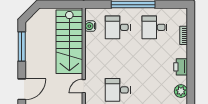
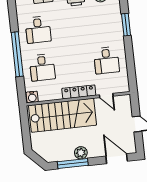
water cooler: (90, 26) -> (32, 97), moved
plant: (31, 55) -> (81, 153), added
locker: (90, 60) -> (79, 92), added

